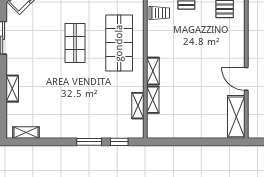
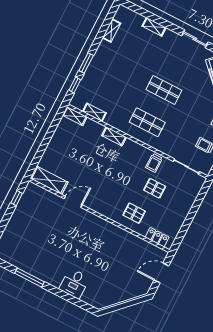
shop shelf: (119, 43) -> (147, 122), width x0.70, depth x0.74
shelving: (153, 100) -> (75, 116), moved
shelving: (26, 132) -> (112, 31), moved

